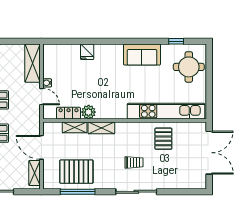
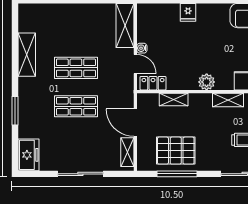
plant: (89, 112) -> (207, 82), moved
locker: (69, 113) -> (153, 83), moved
shelving: (101, 128) -> (228, 100), moved

